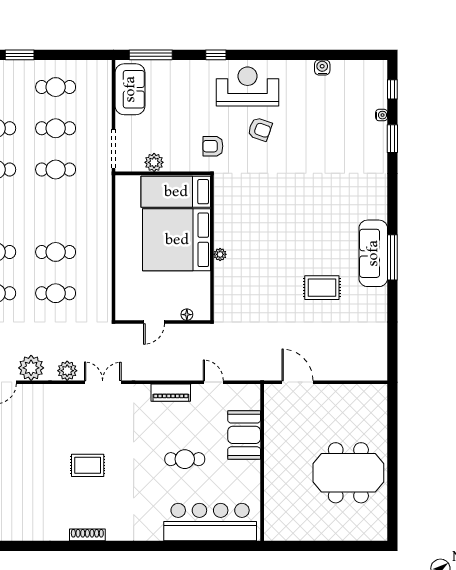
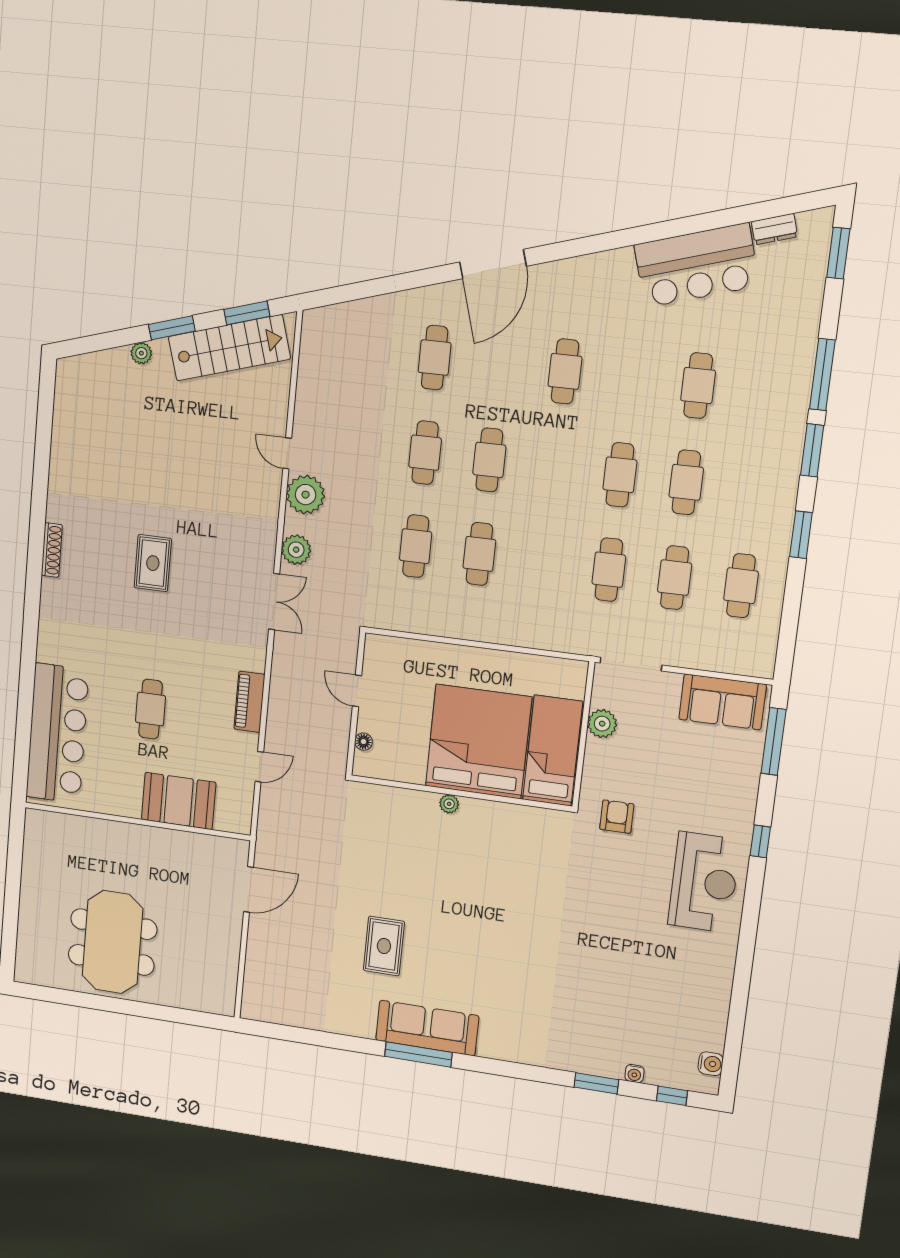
water cooler: (322, 67) -> (711, 1064), moved
armchair: (260, 129) -> (634, 891), removed

